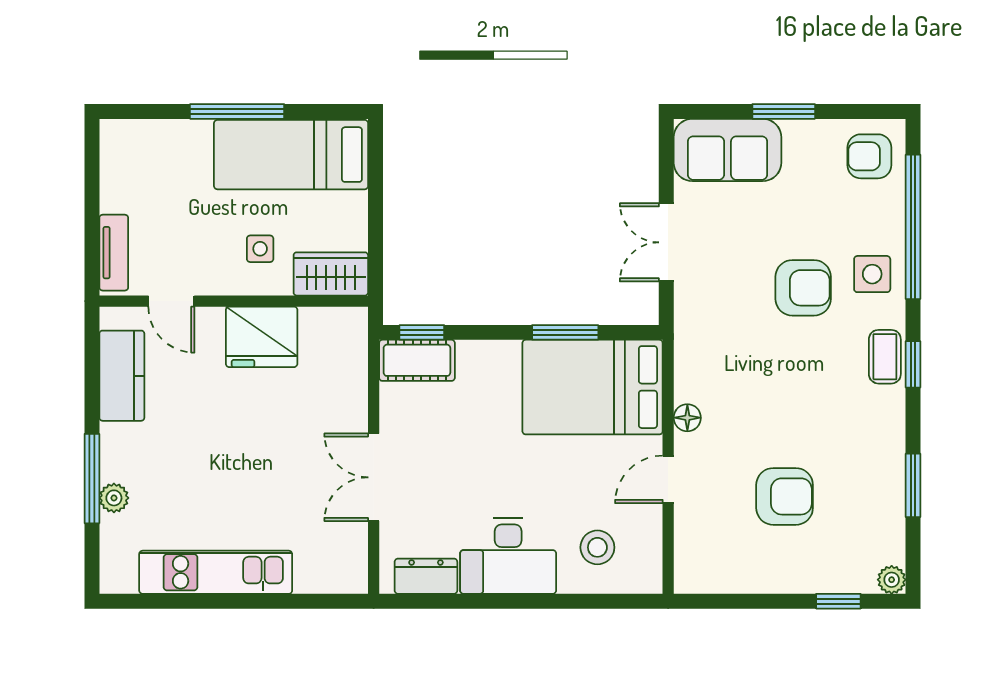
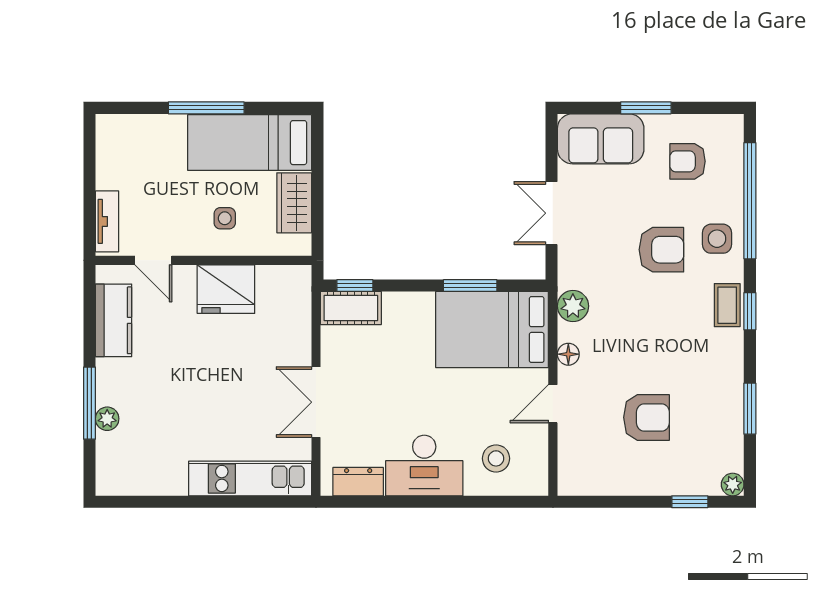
armchair: (869, 156) -> (688, 161), moved
wardrobe: (331, 274) -> (294, 203), moved, turned -90
plant: (693, 358) -> (573, 306), added
kitchen unit: (216, 572) -> (250, 478), moved

